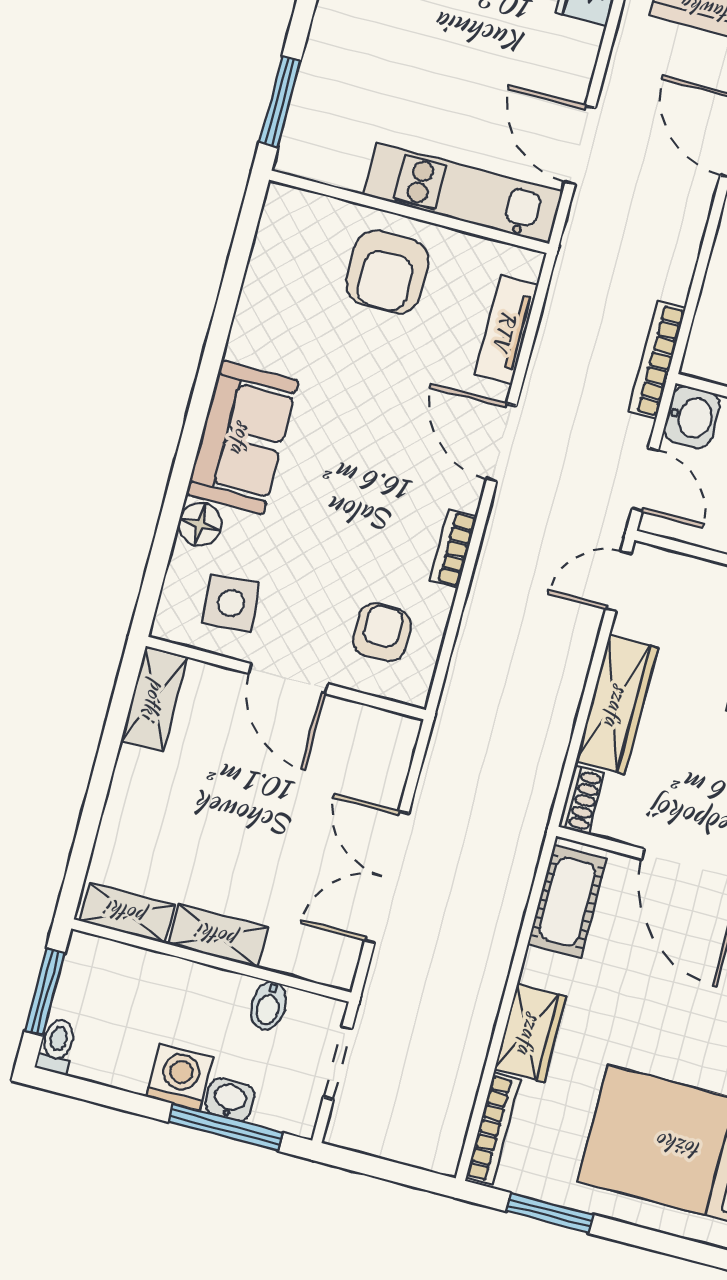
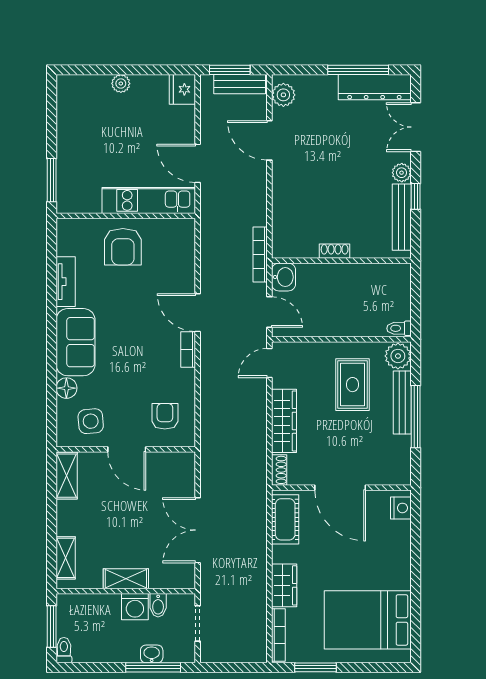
tv unit: (506, 330) -> (66, 282), moved, turned 180
bookcase: (453, 548) -> (188, 350), moved
shelving: (127, 913) -> (66, 558), moved, turned 90
washing machine: (180, 1077) -> (135, 607), moved, turned 180

